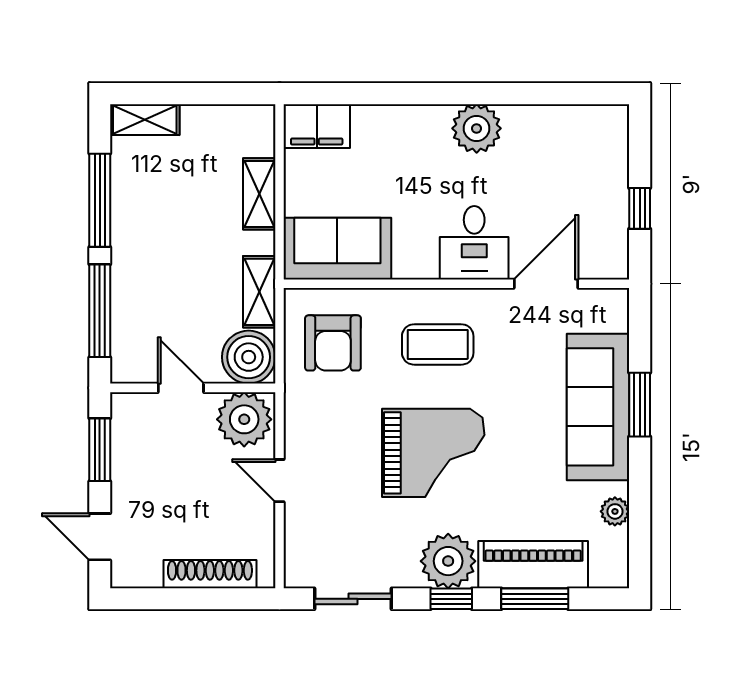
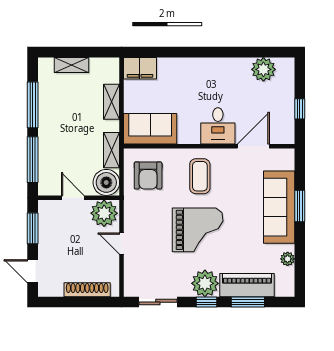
shelving: (145, 120) -> (71, 65), moved
plant: (477, 128) -> (263, 69), moved
coffee table: (438, 344) -> (200, 176), turned 90

